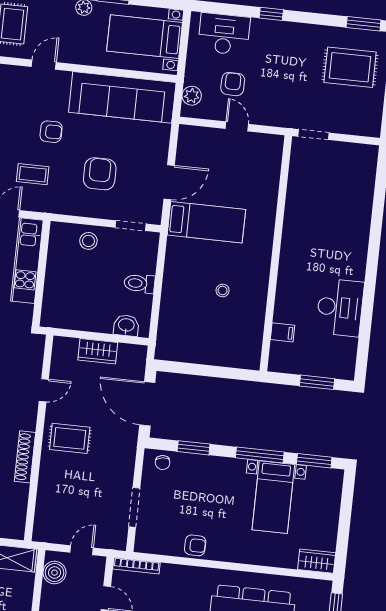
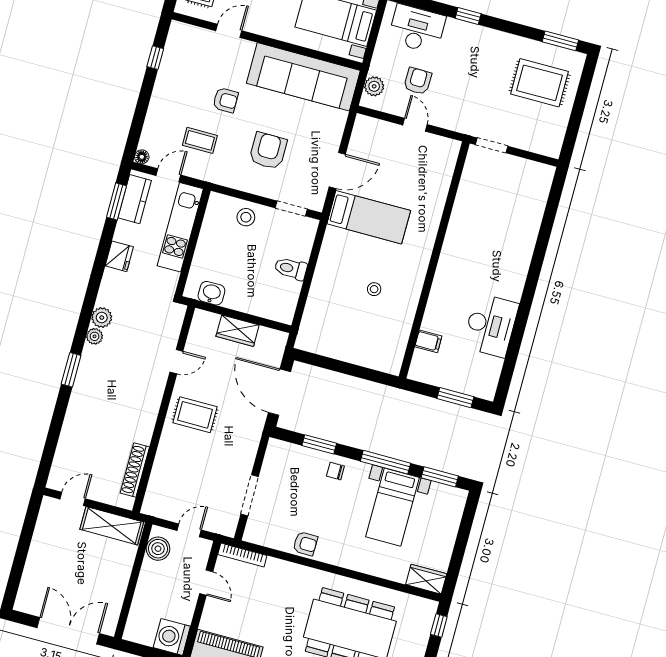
washbasin: (126, 325) -> (211, 293), moved
shoe rack: (25, 457) -> (135, 470), moved
chair: (163, 463) -> (335, 471), moved, turned 99

